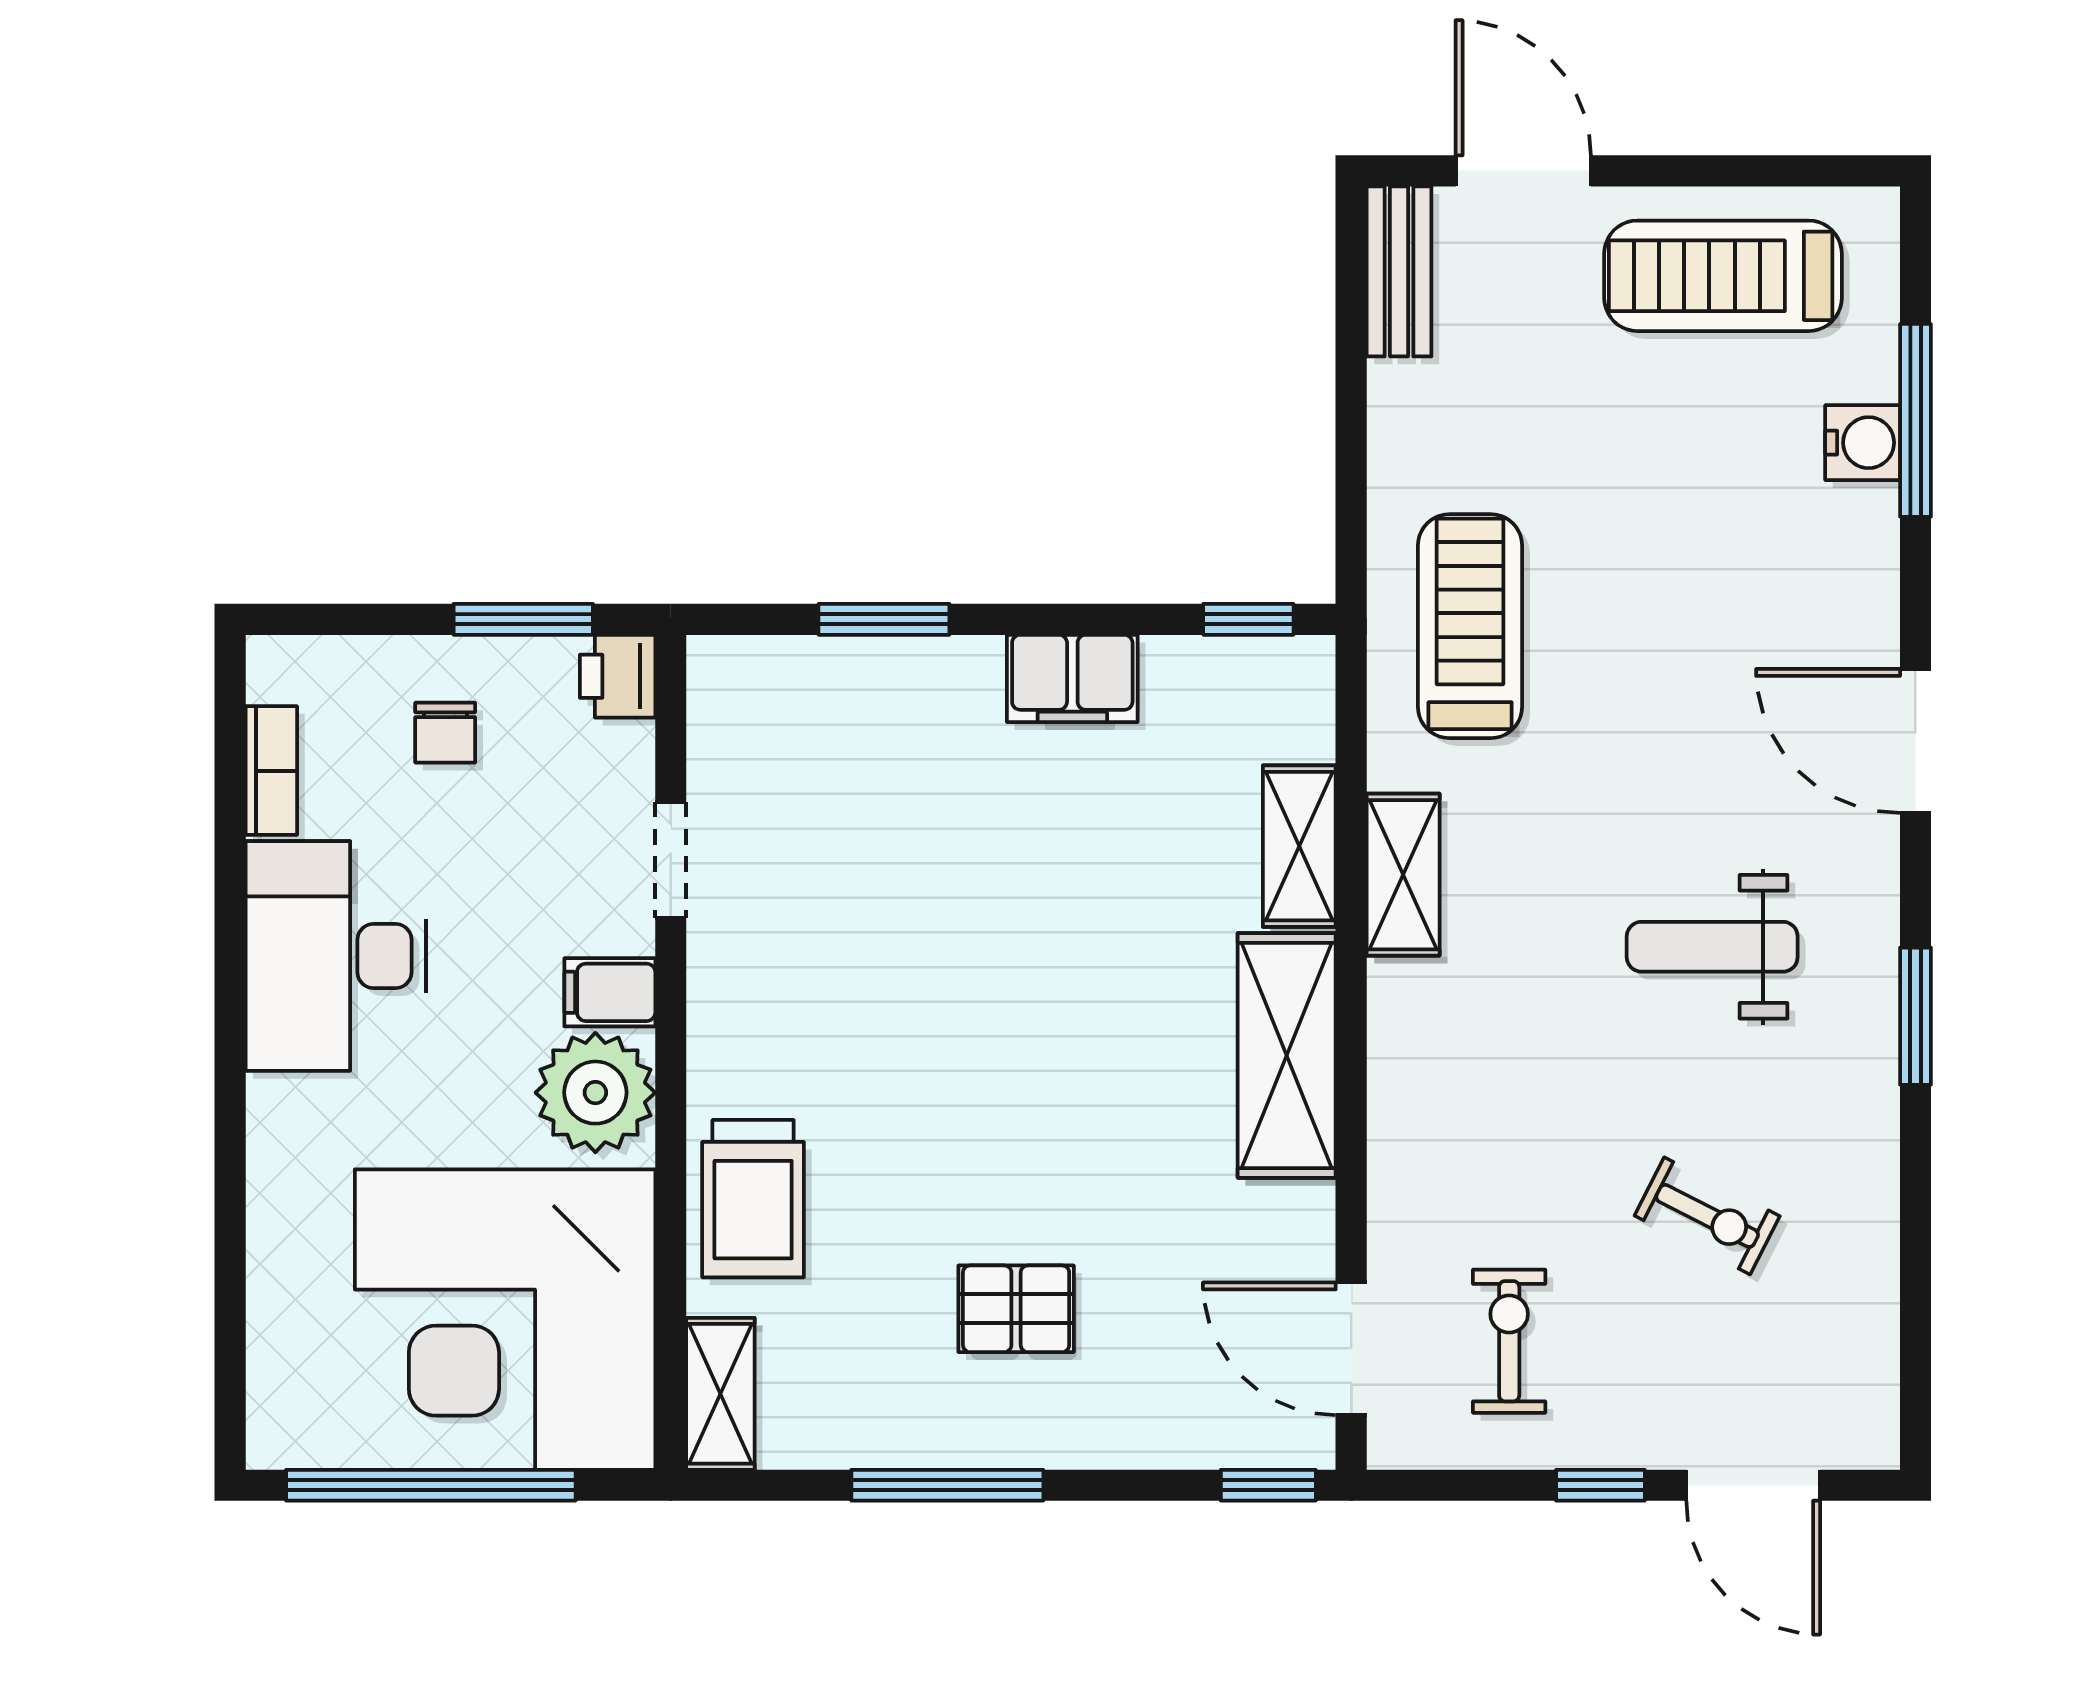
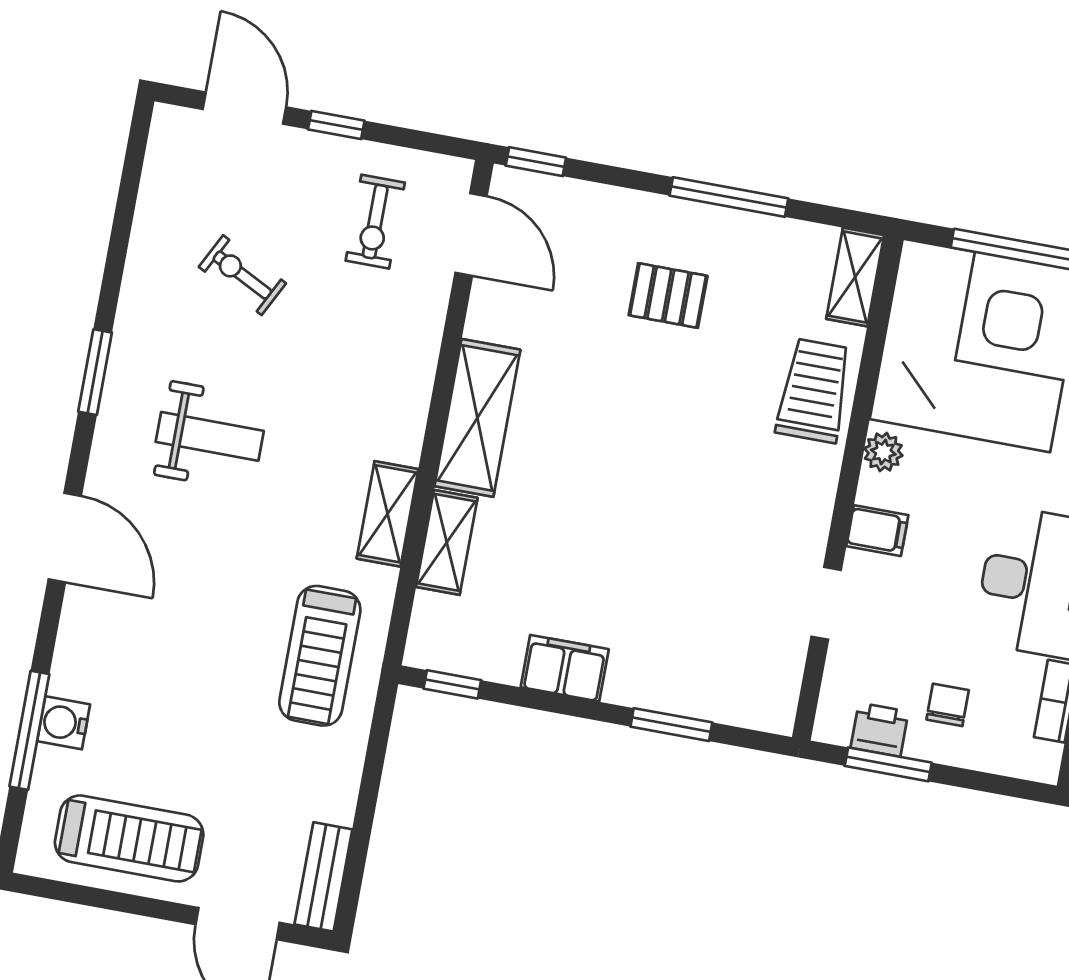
printer: (618, 676) -> (880, 730), moved, turned -90
plant: (595, 1093) -> (883, 452), width x0.53, depth x0.53

